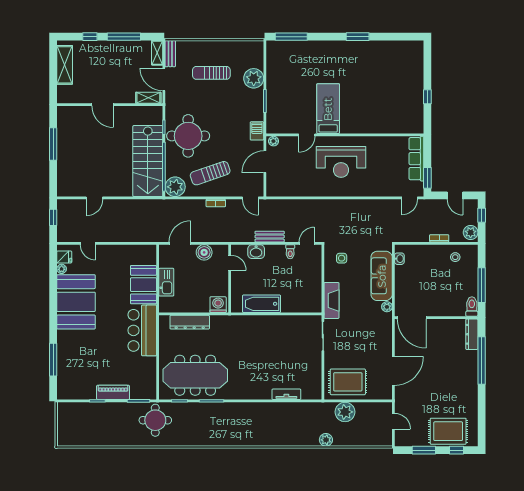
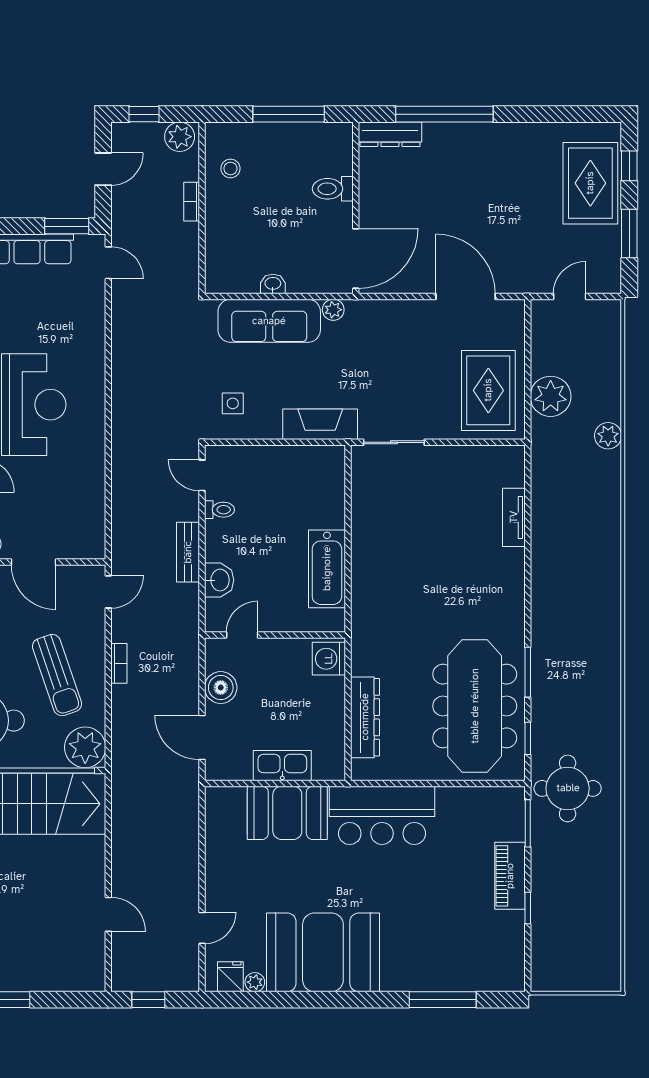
washbasin: (399, 259) -> (273, 284), moved
toilet: (472, 307) -> (333, 189), moved

